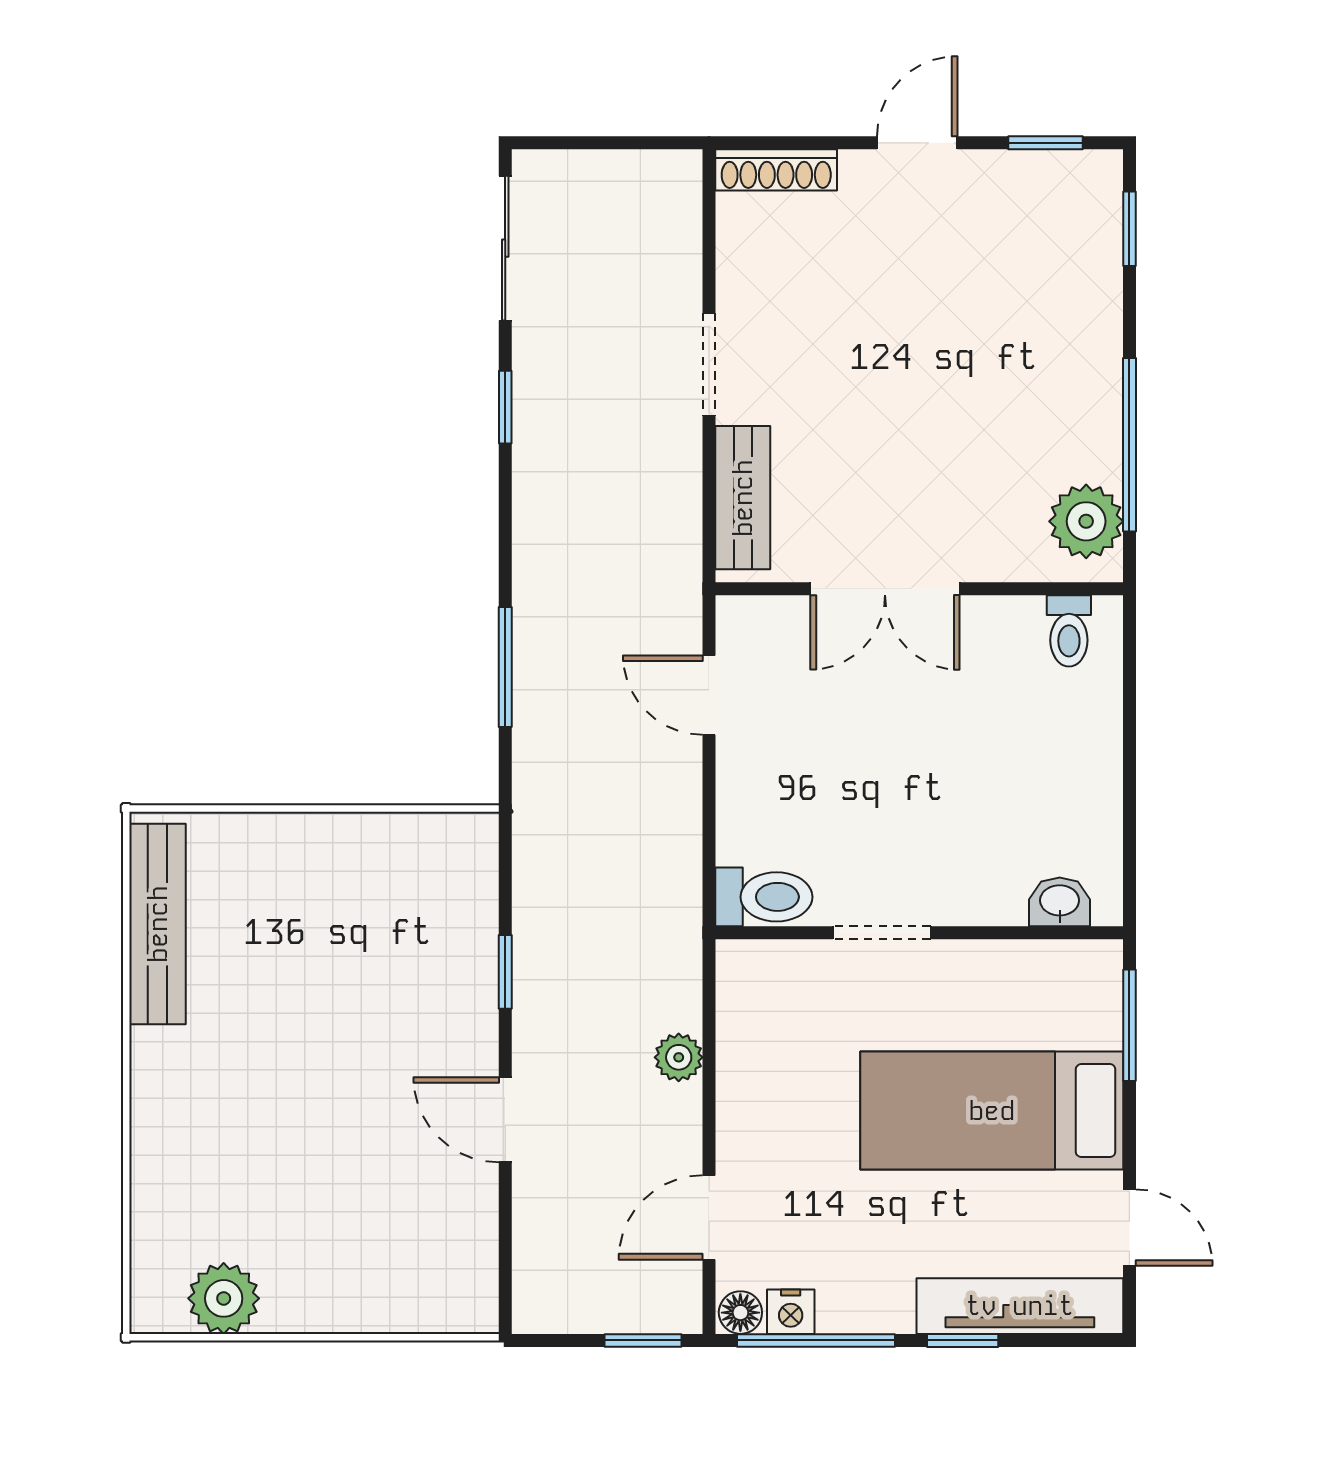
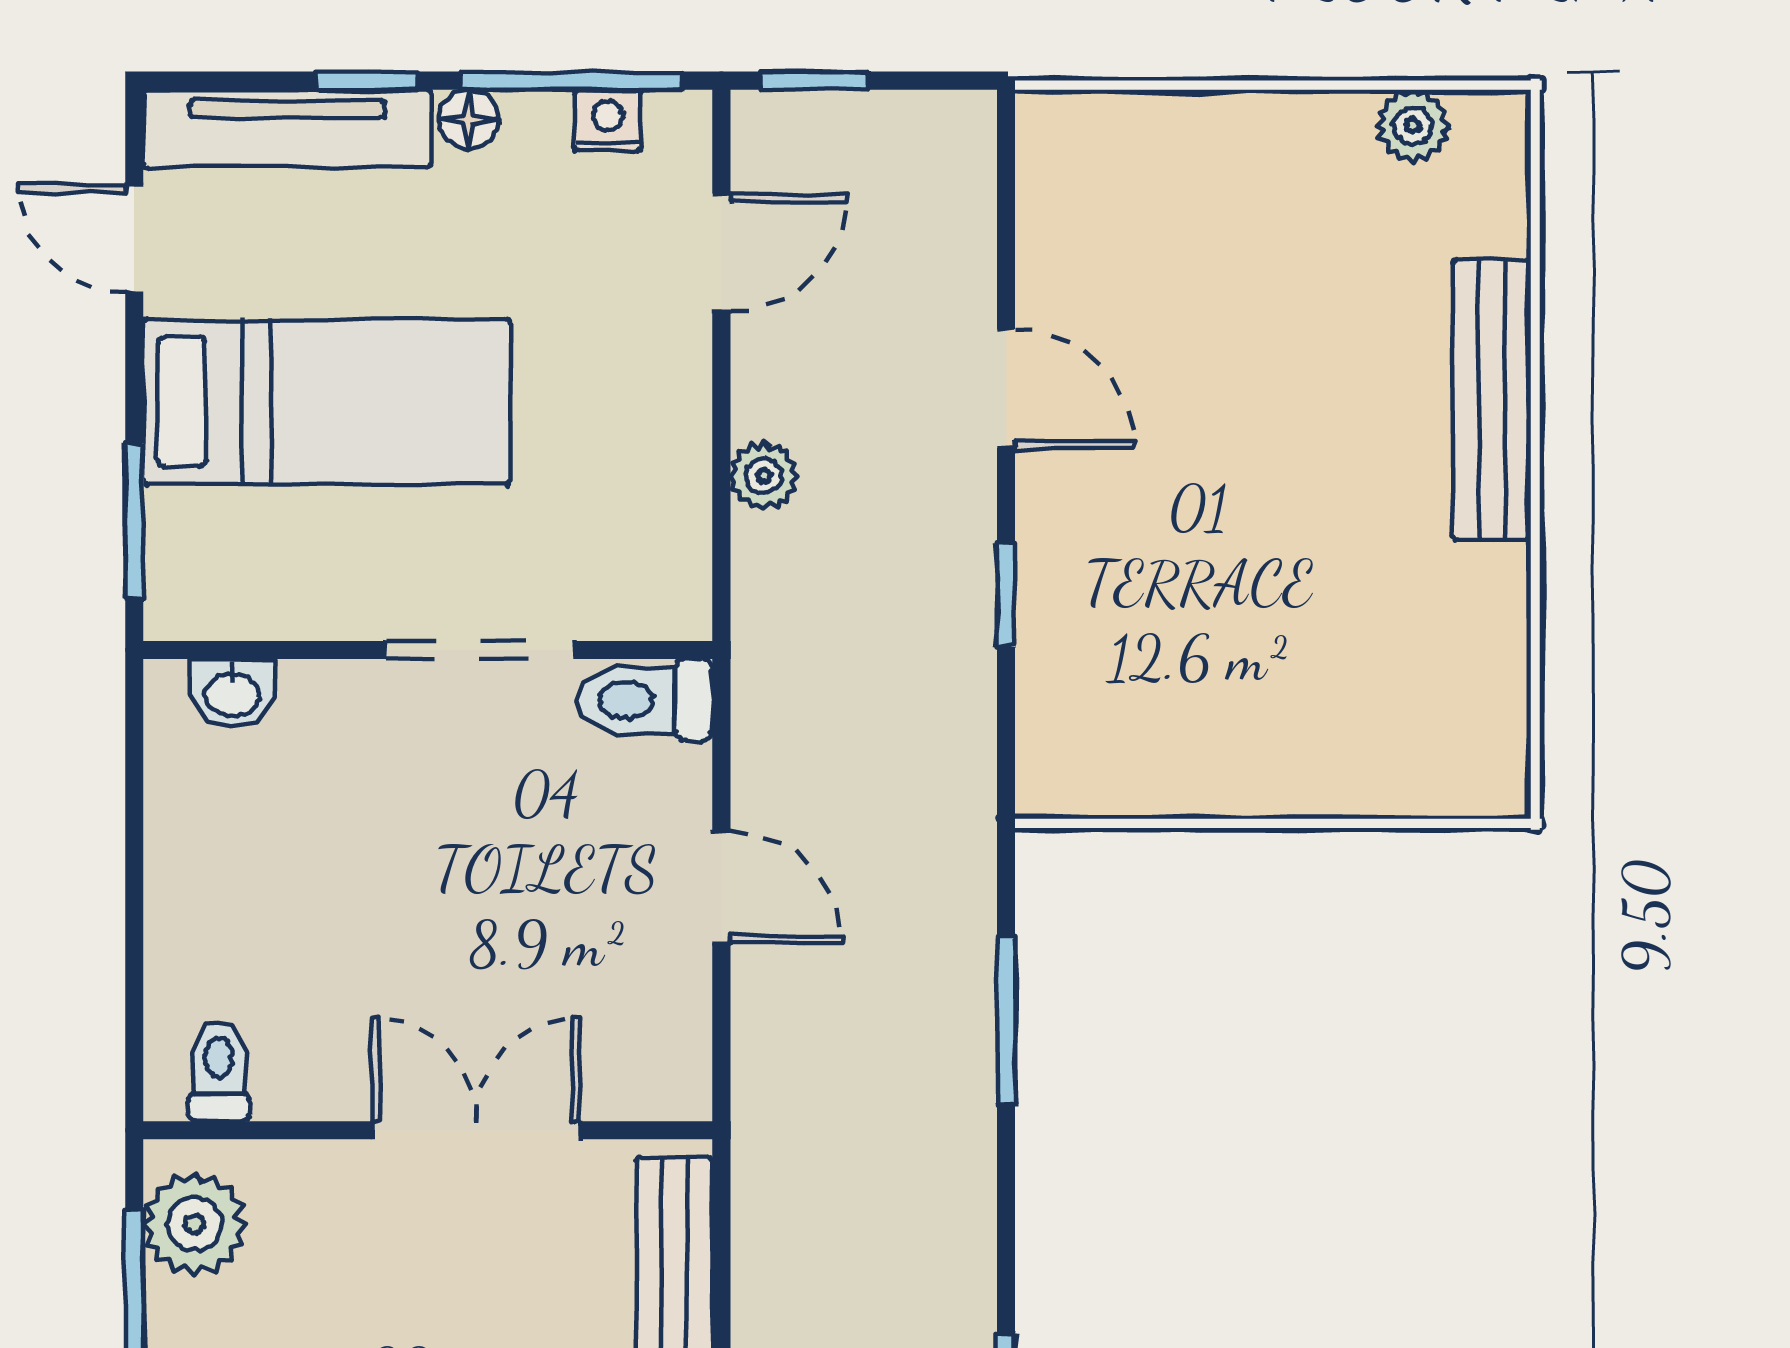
door: (709, 695) -> (721, 888), moved
bench: (158, 924) -> (1492, 400), moved
doorway: (882, 933) -> (480, 650), width x1.38
plant: (224, 1298) -> (1413, 126), width x0.73, depth x0.73
floor lamp: (740, 1313) -> (469, 120), moved

